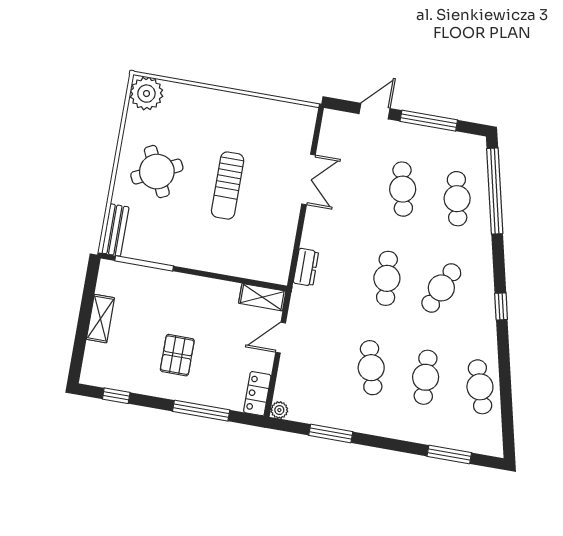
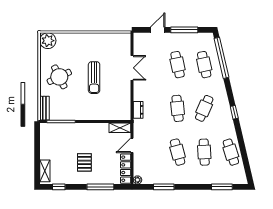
shelving: (100, 319) -> (45, 171), moved
locker: (257, 394) -> (126, 169), width x1.53

